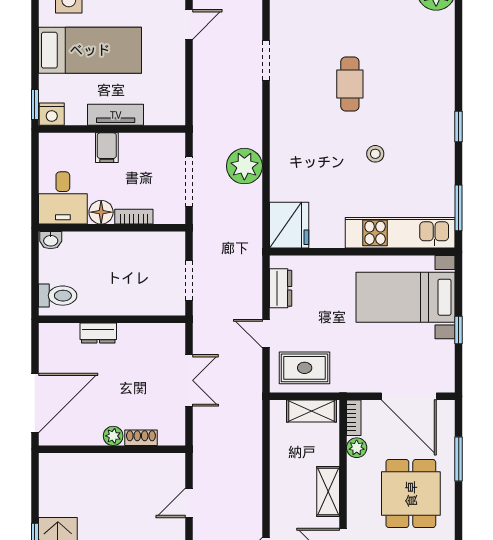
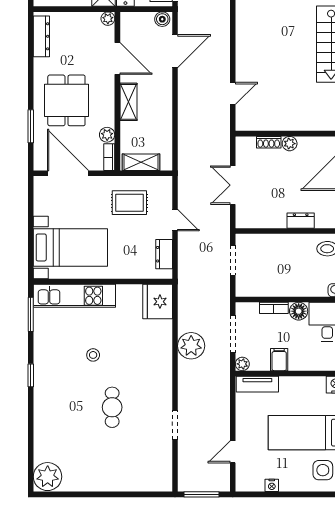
tv unit: (116, 115) -> (257, 384), moved
plant: (176, 142) -> (242, 364), added
filing cabinet: (107, 148) -> (279, 360), moved
window: (459, 330) -> (31, 223), removed
rug: (305, 368) -> (129, 203), moved

